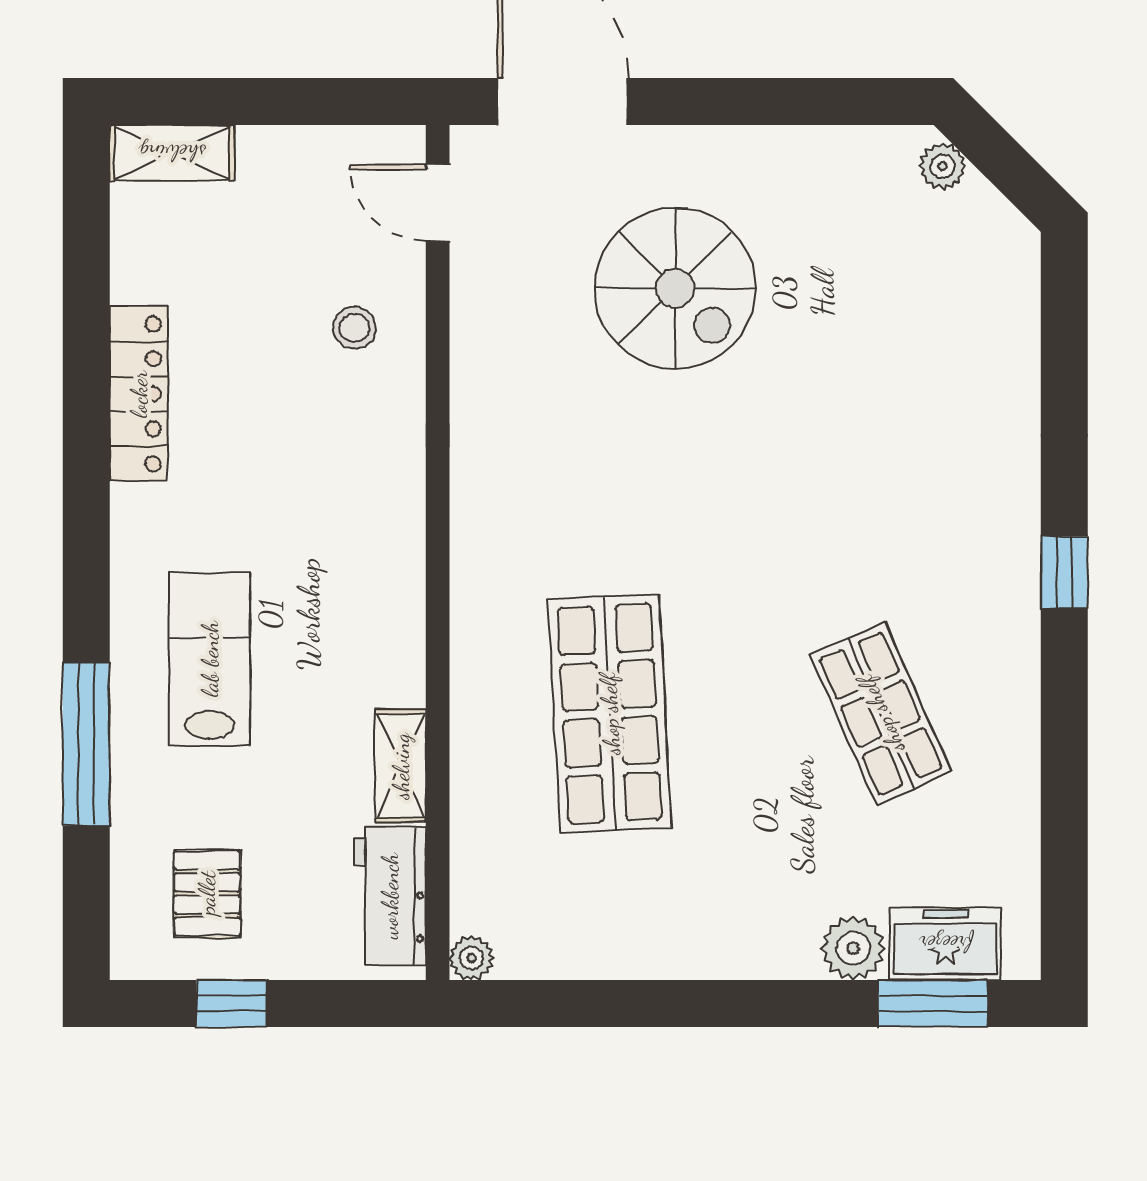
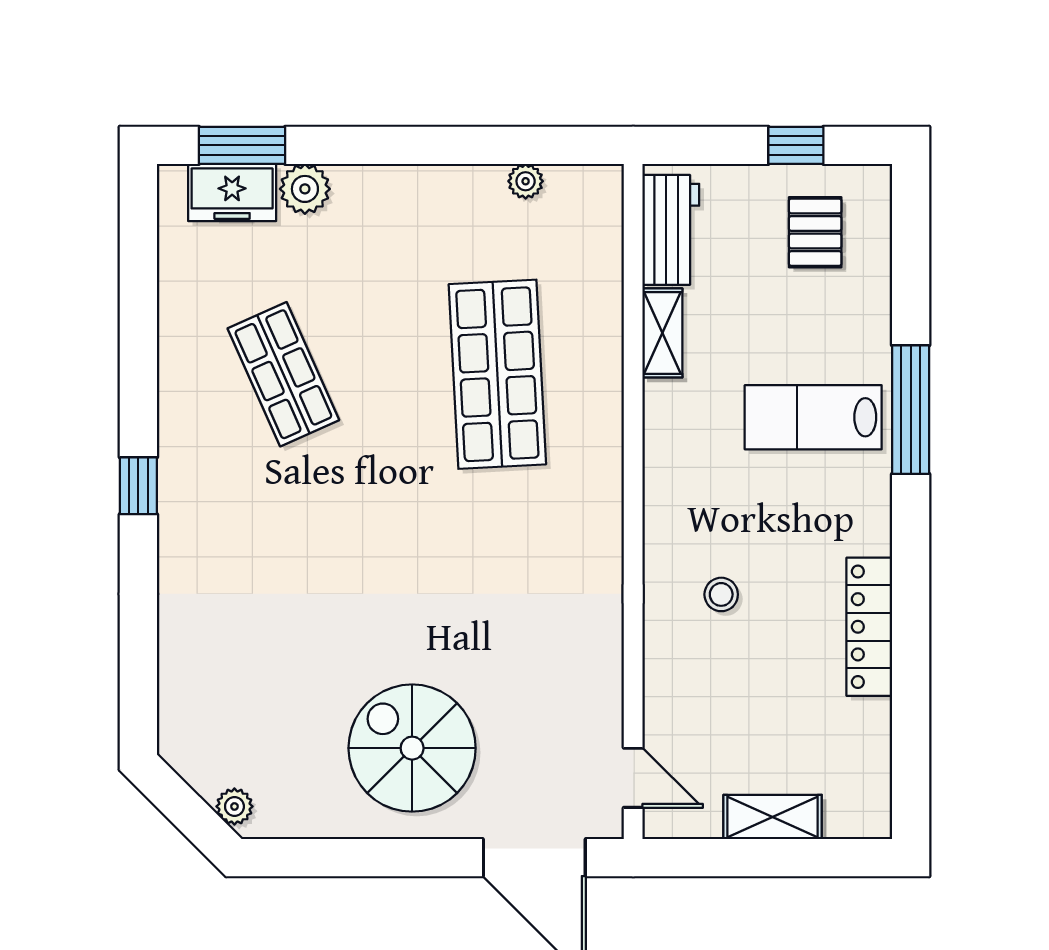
shelving: (172, 153) -> (773, 817), moved
spiral stairs: (675, 288) -> (412, 748), moved
stool: (354, 328) -> (721, 594), moved
lab bench: (210, 659) -> (813, 417), turned 90
window: (86, 744) -> (911, 410), moved
plant: (471, 958) -> (526, 181), moved

